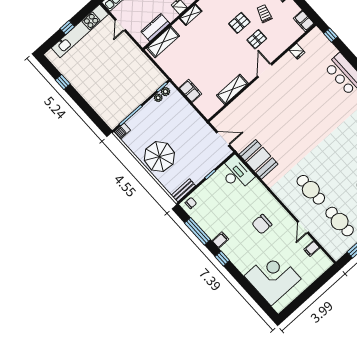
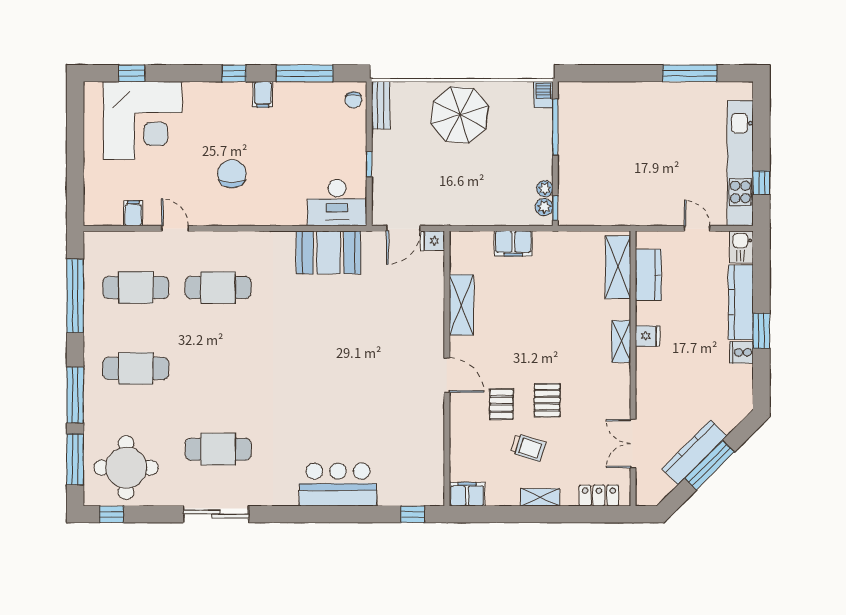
window: (67, 28) -> (761, 183), moved
fridge: (297, 51) -> (433, 241), moved
window: (63, 82) -> (690, 73), width x2.17
window: (258, 298) -> (132, 73), added

